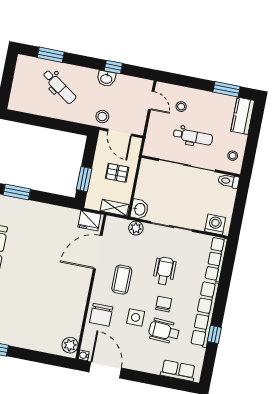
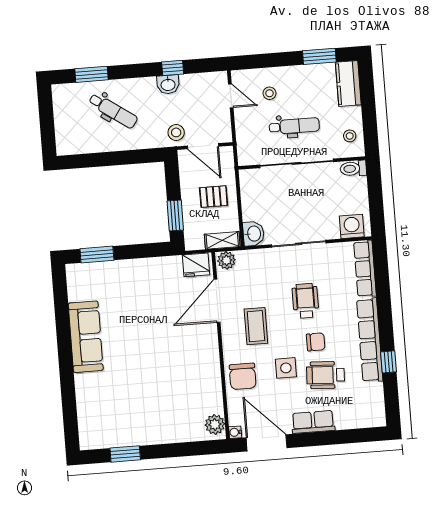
plant: (136, 228) -> (226, 260), moved
chair: (164, 304) -> (316, 342), turned 90
row of seats: (178, 370) -> (313, 422), moved

